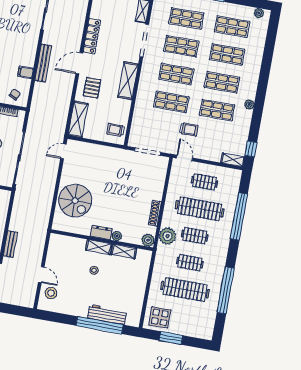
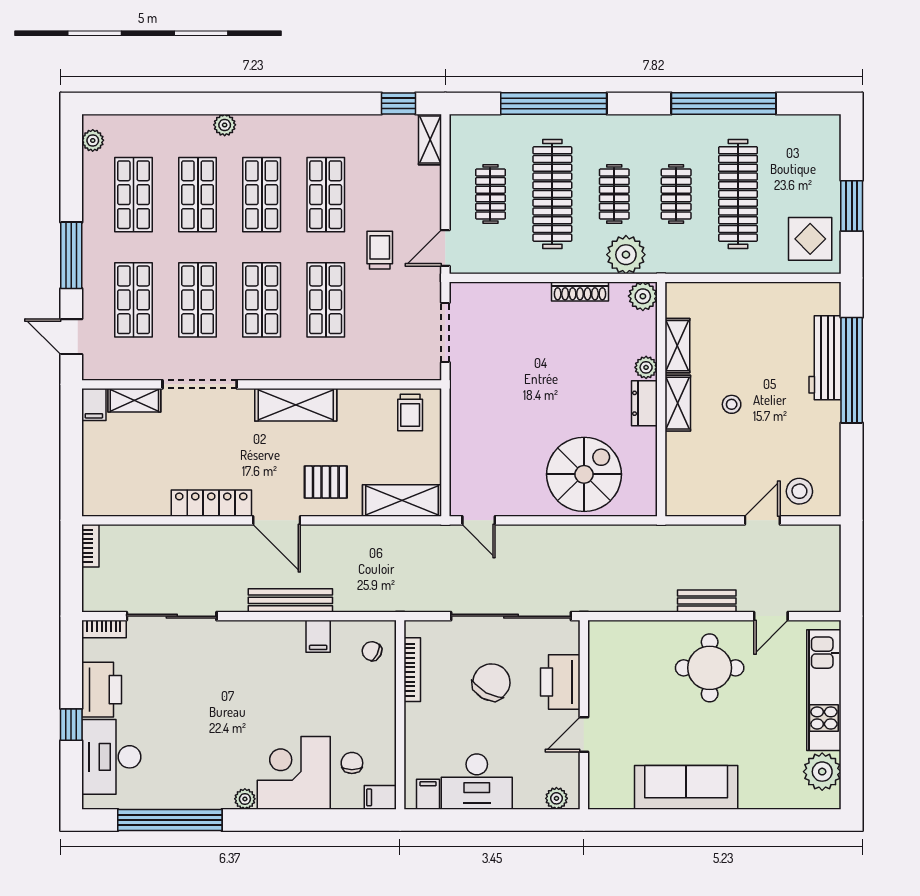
plant: (249, 104) -> (225, 125), moved

